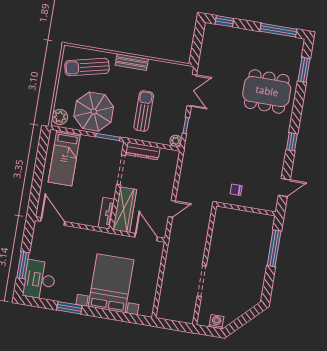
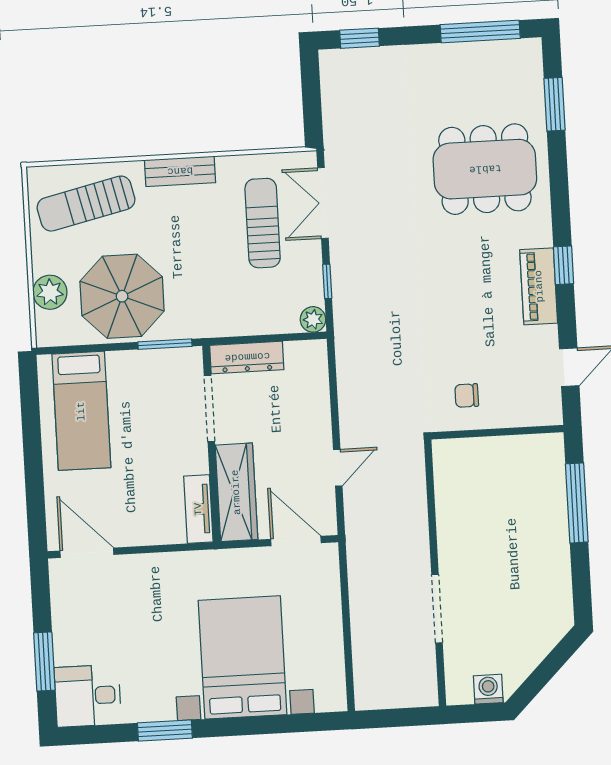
double door: (192, 90) -> (323, 203), swing flipped
sun lounger: (144, 111) -> (263, 223), moved
plant: (60, 117) -> (50, 292), moved
piano: (279, 149) -> (539, 286), added
desk: (40, 280) -> (88, 696), width x0.73

